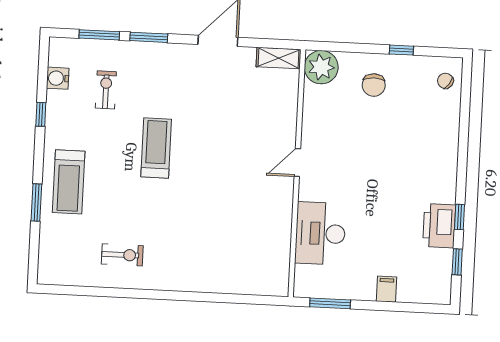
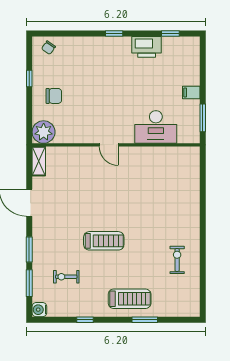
water cooler: (58, 78) -> (39, 310), moved, turned 90
treadmill: (156, 148) -> (104, 241), turned 180
window: (459, 217) -> (114, 34), moved
filing cabinet: (386, 289) -> (191, 92), moved

